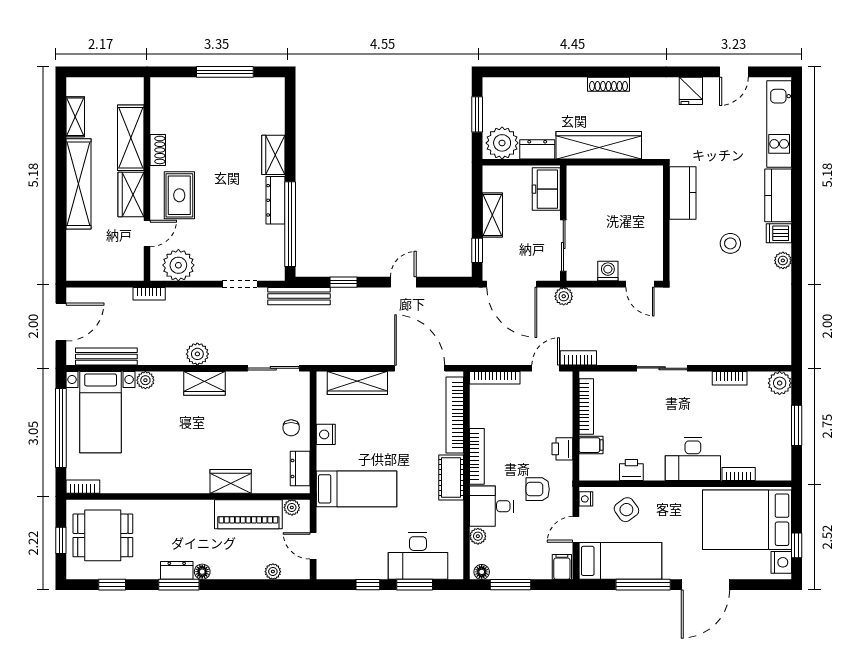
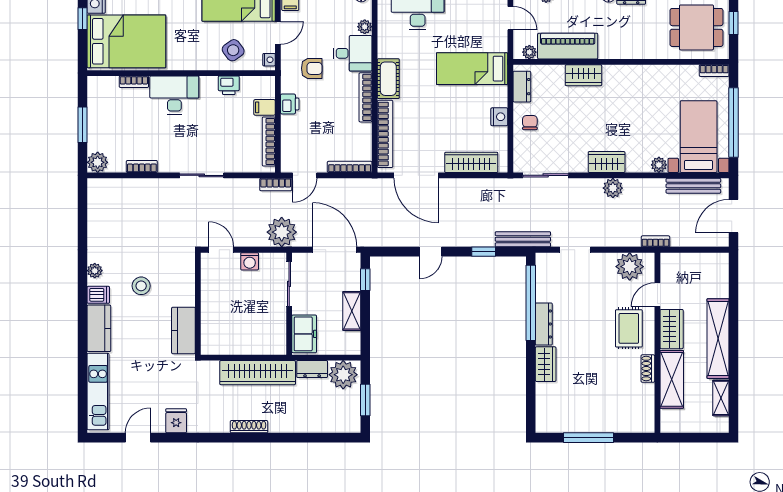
plant: (564, 296) -> (282, 232), width x1.88, depth x1.88

